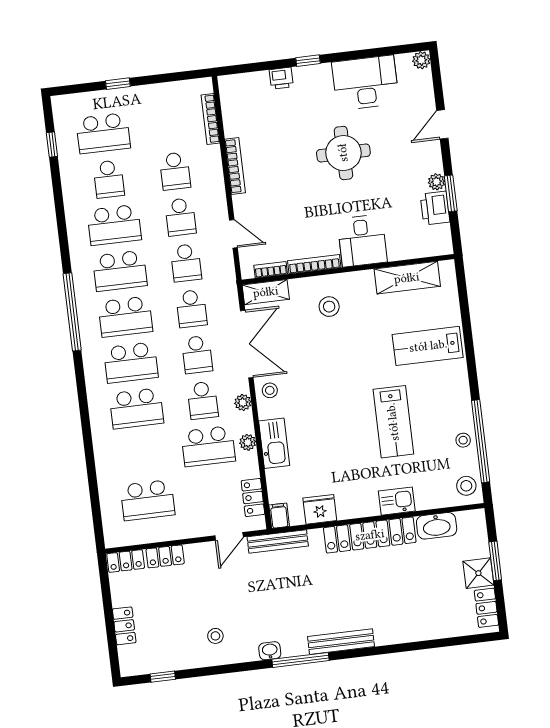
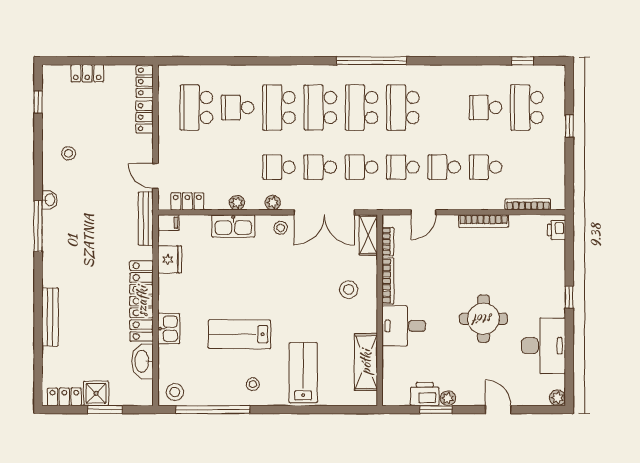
printer: (281, 78) -> (557, 230), moved
school desk: (114, 225) -> (444, 108), removed
stool: (463, 440) -> (253, 384), moved
school desk: (208, 446) -> (238, 108), moved, width x0.54
bench: (341, 642) -> (50, 317), moved

